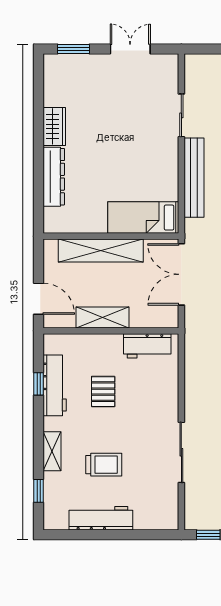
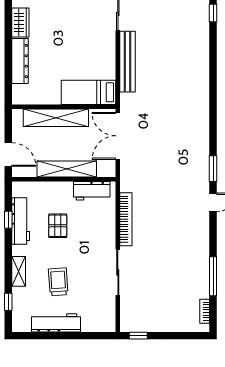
shelving: (102, 318) -> (67, 169), width x1.47
bookcase: (192, 383) -> (126, 219), added
trolley: (104, 465) -> (58, 282), turned -94

